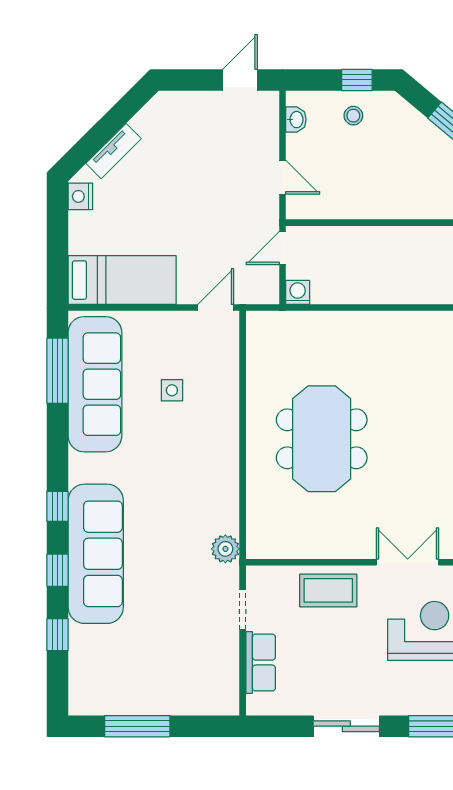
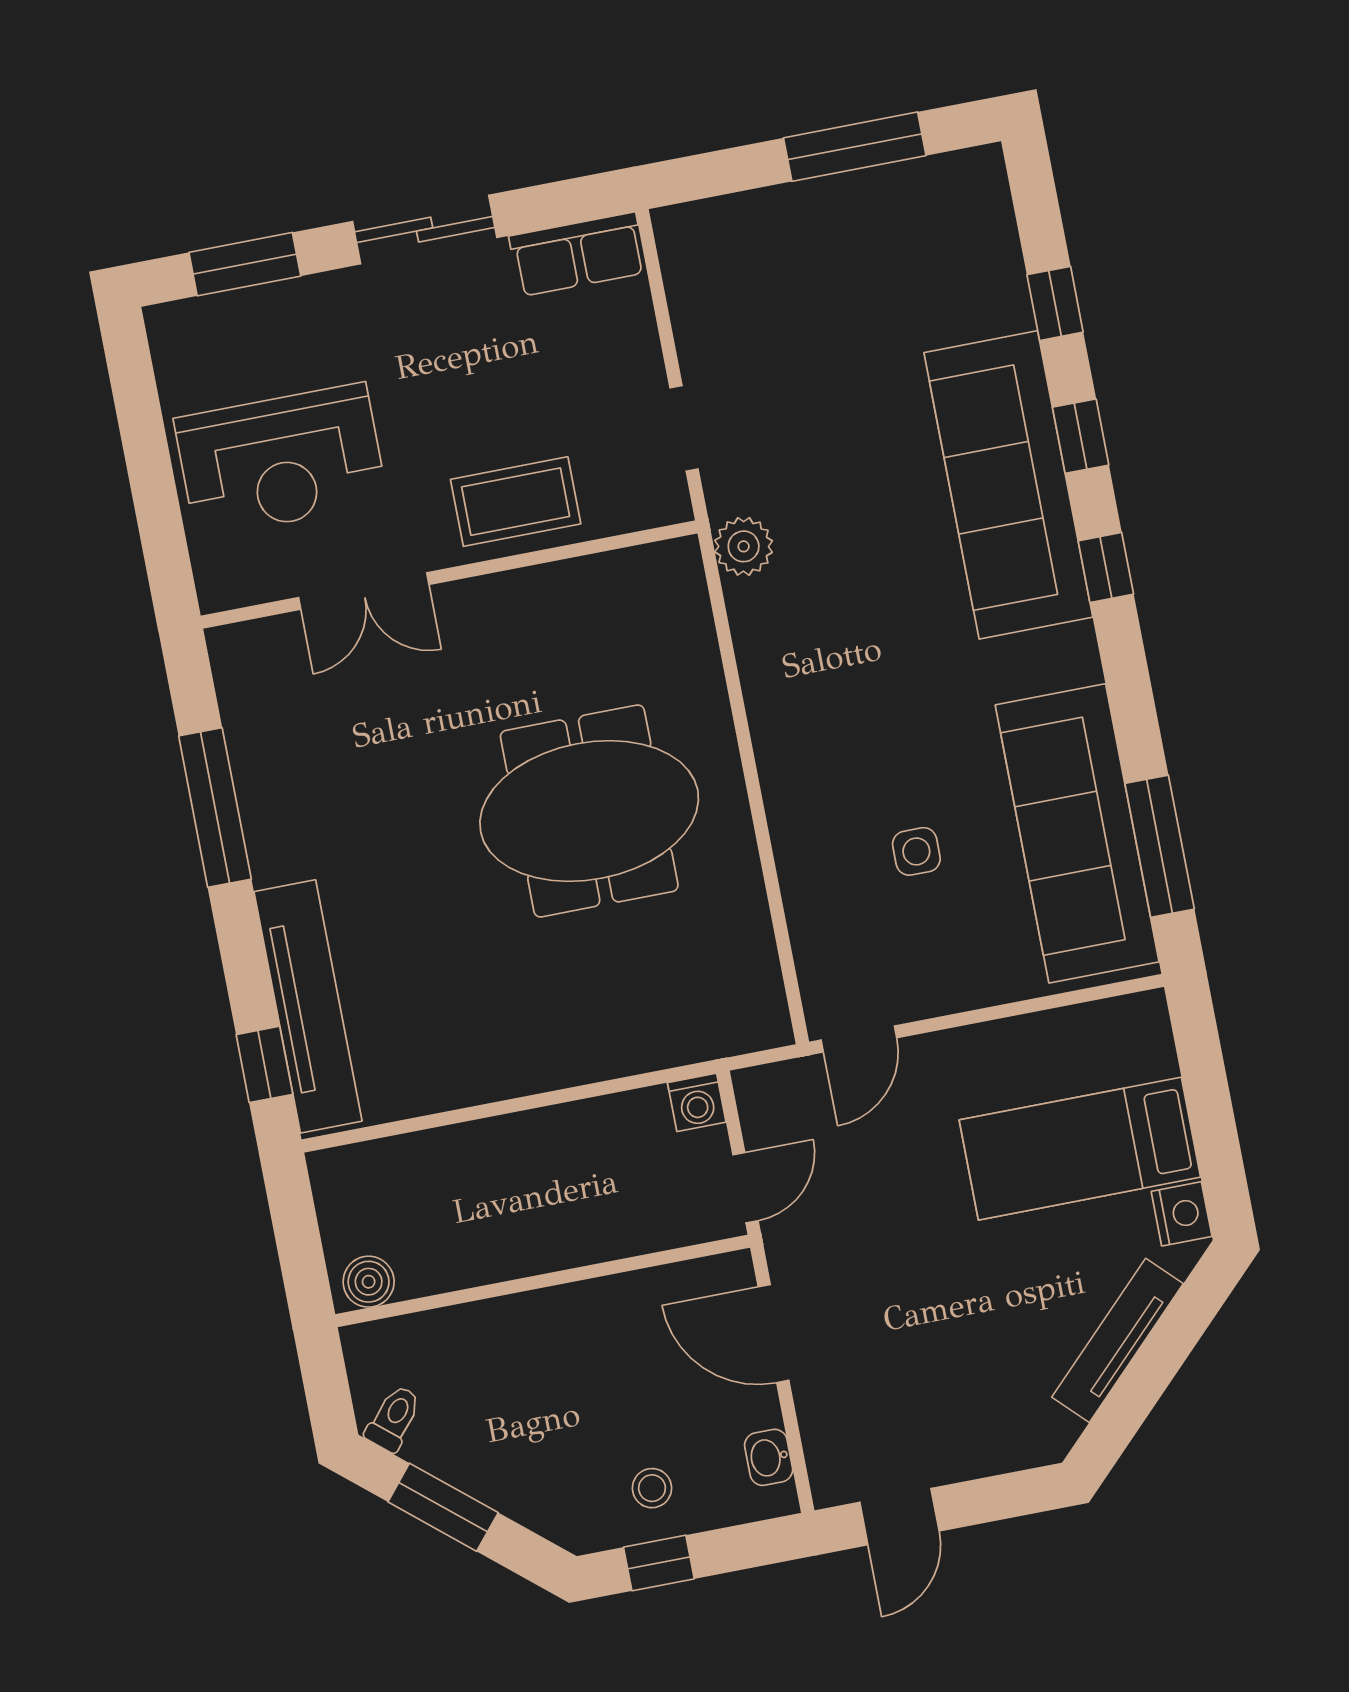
tv unit: (114, 151) -> (1117, 1340), width x1.41
door: (282, 177) -> (774, 1334), width x1.38
bed: (122, 280) -> (1080, 1149), moved
meeting table: (322, 439) -> (589, 811), turned 90
row of seats: (261, 663) -> (578, 254), moved, turned -90

